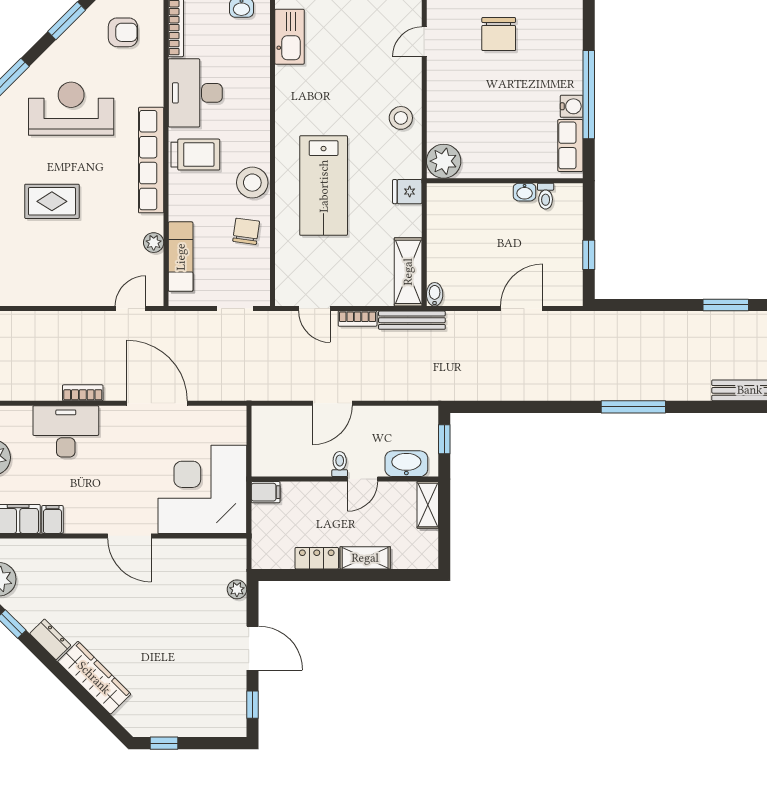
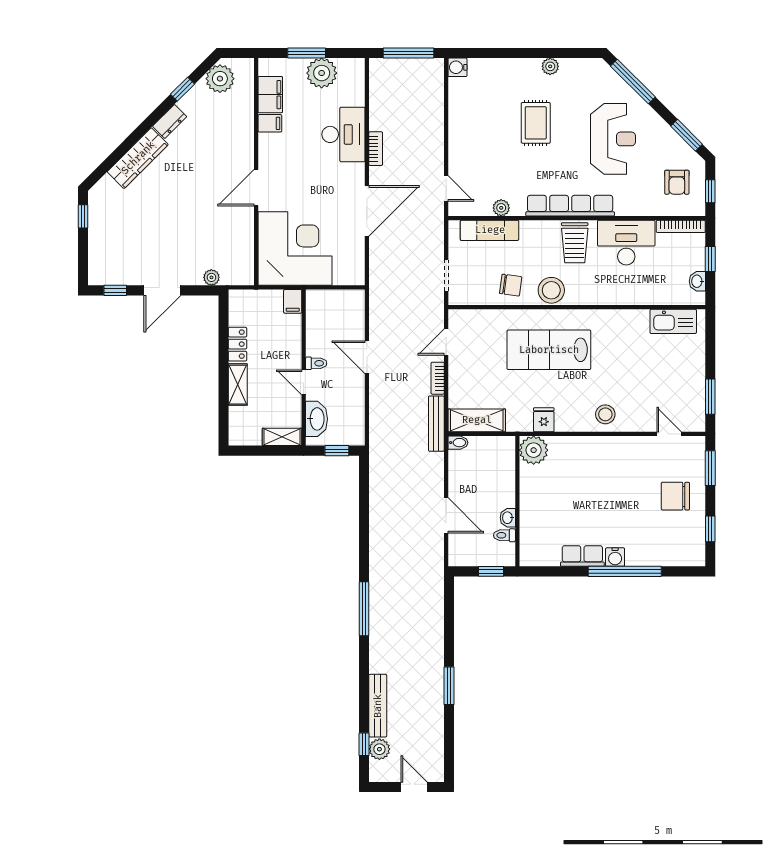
plant: (444, 161) -> (534, 450), moved
wall: (505, 181) -> (517, 501), moved
washbasin: (525, 192) -> (508, 518), moved
toilet: (546, 196) -> (504, 535), moved

